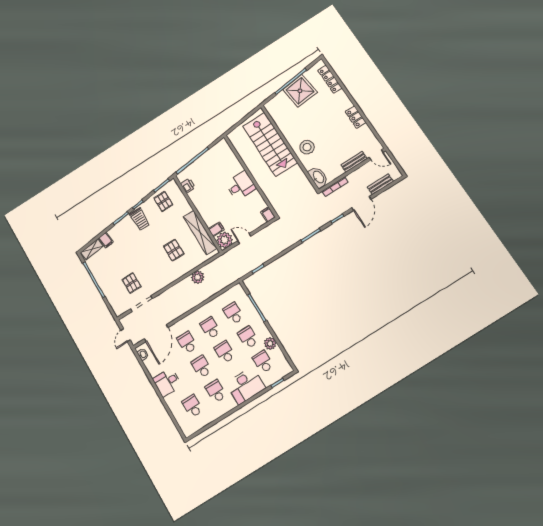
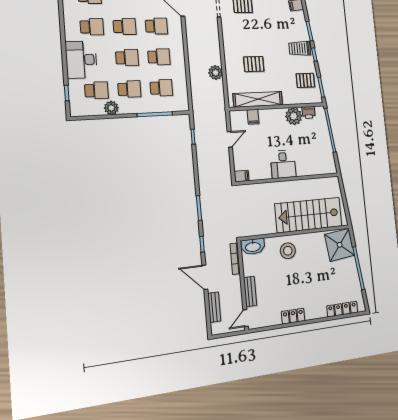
shower: (300, 91) -> (340, 245), moved
plant: (225, 240) -> (294, 116), moved

